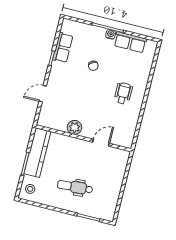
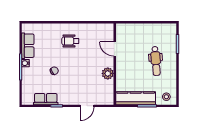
door: (43, 94) -> (87, 106), hinge flipped

